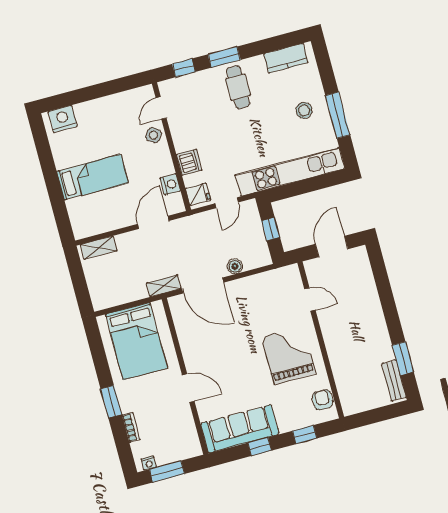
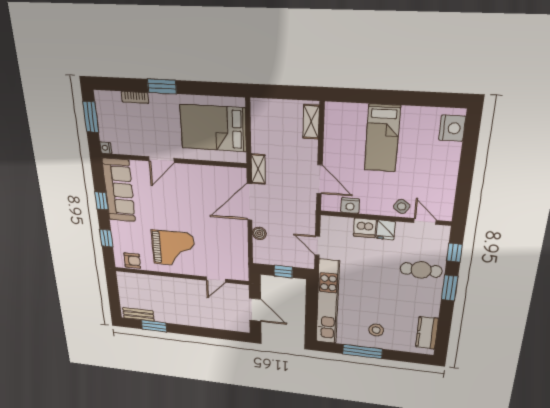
cafe table: (238, 87) -> (421, 270), moved
fridge: (198, 194) -> (386, 230), moved
nightstand: (149, 463) -> (106, 148), moved

